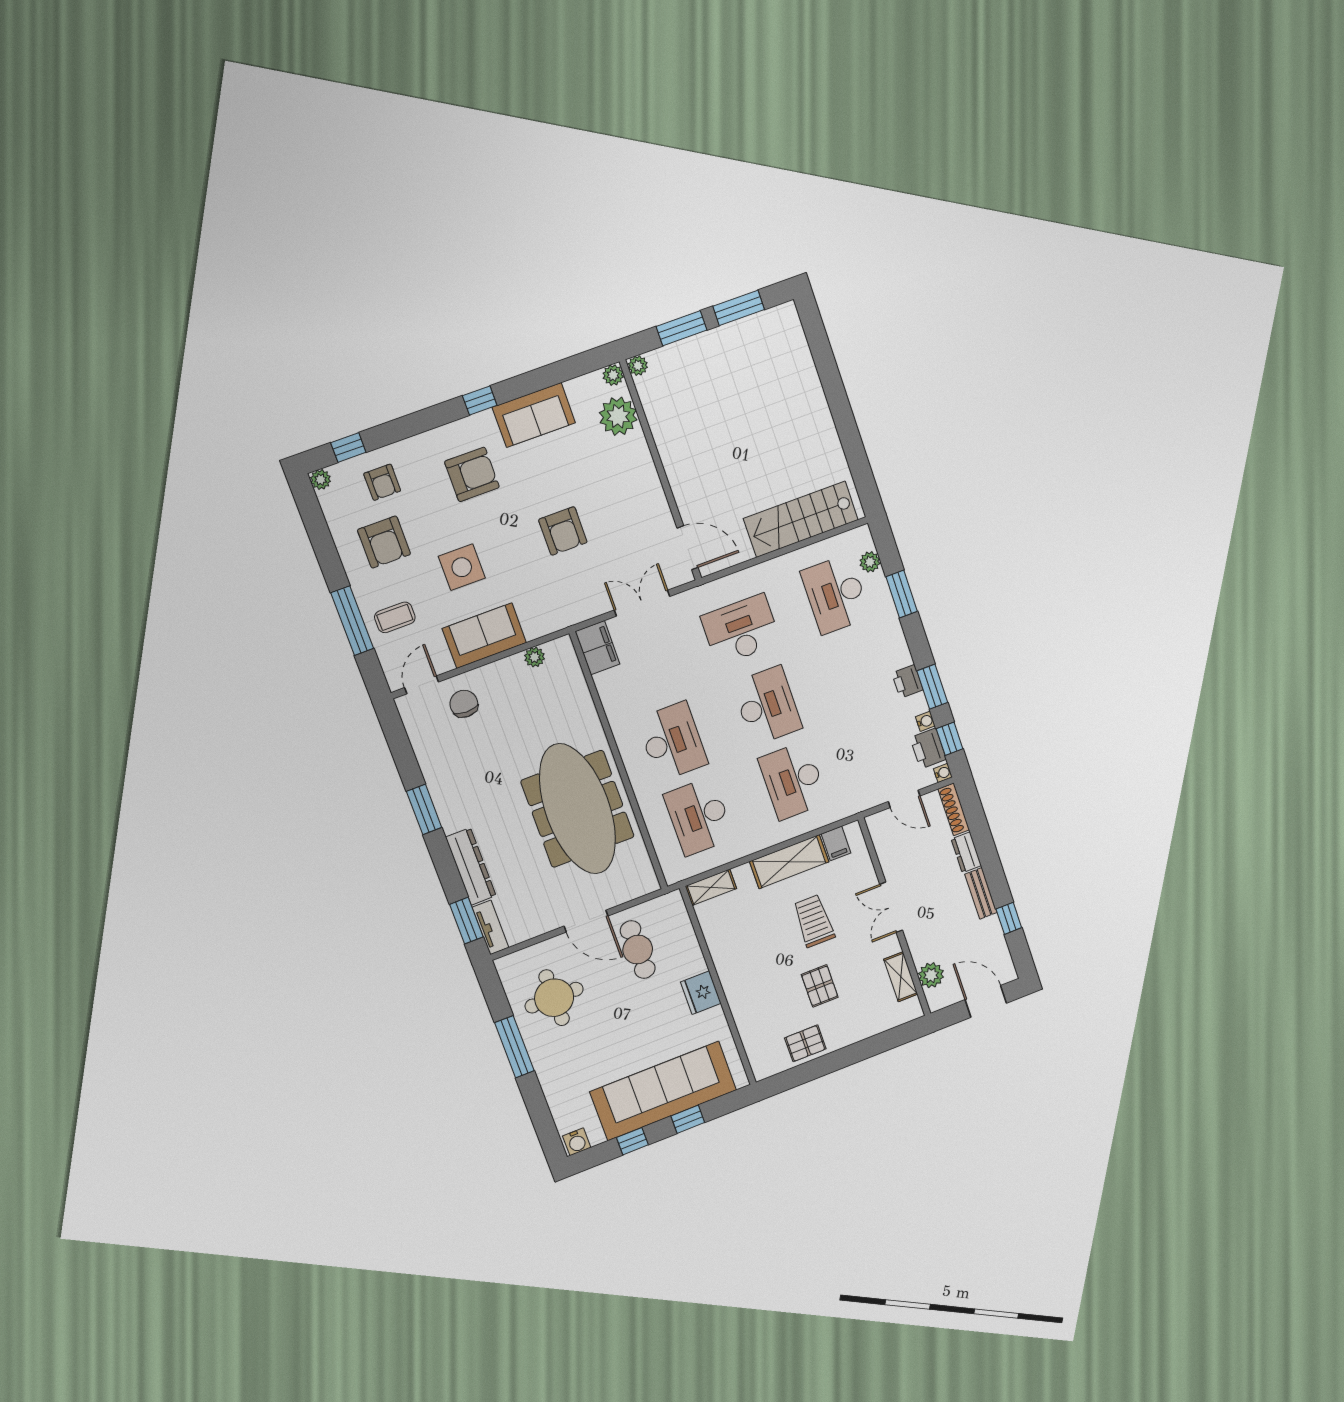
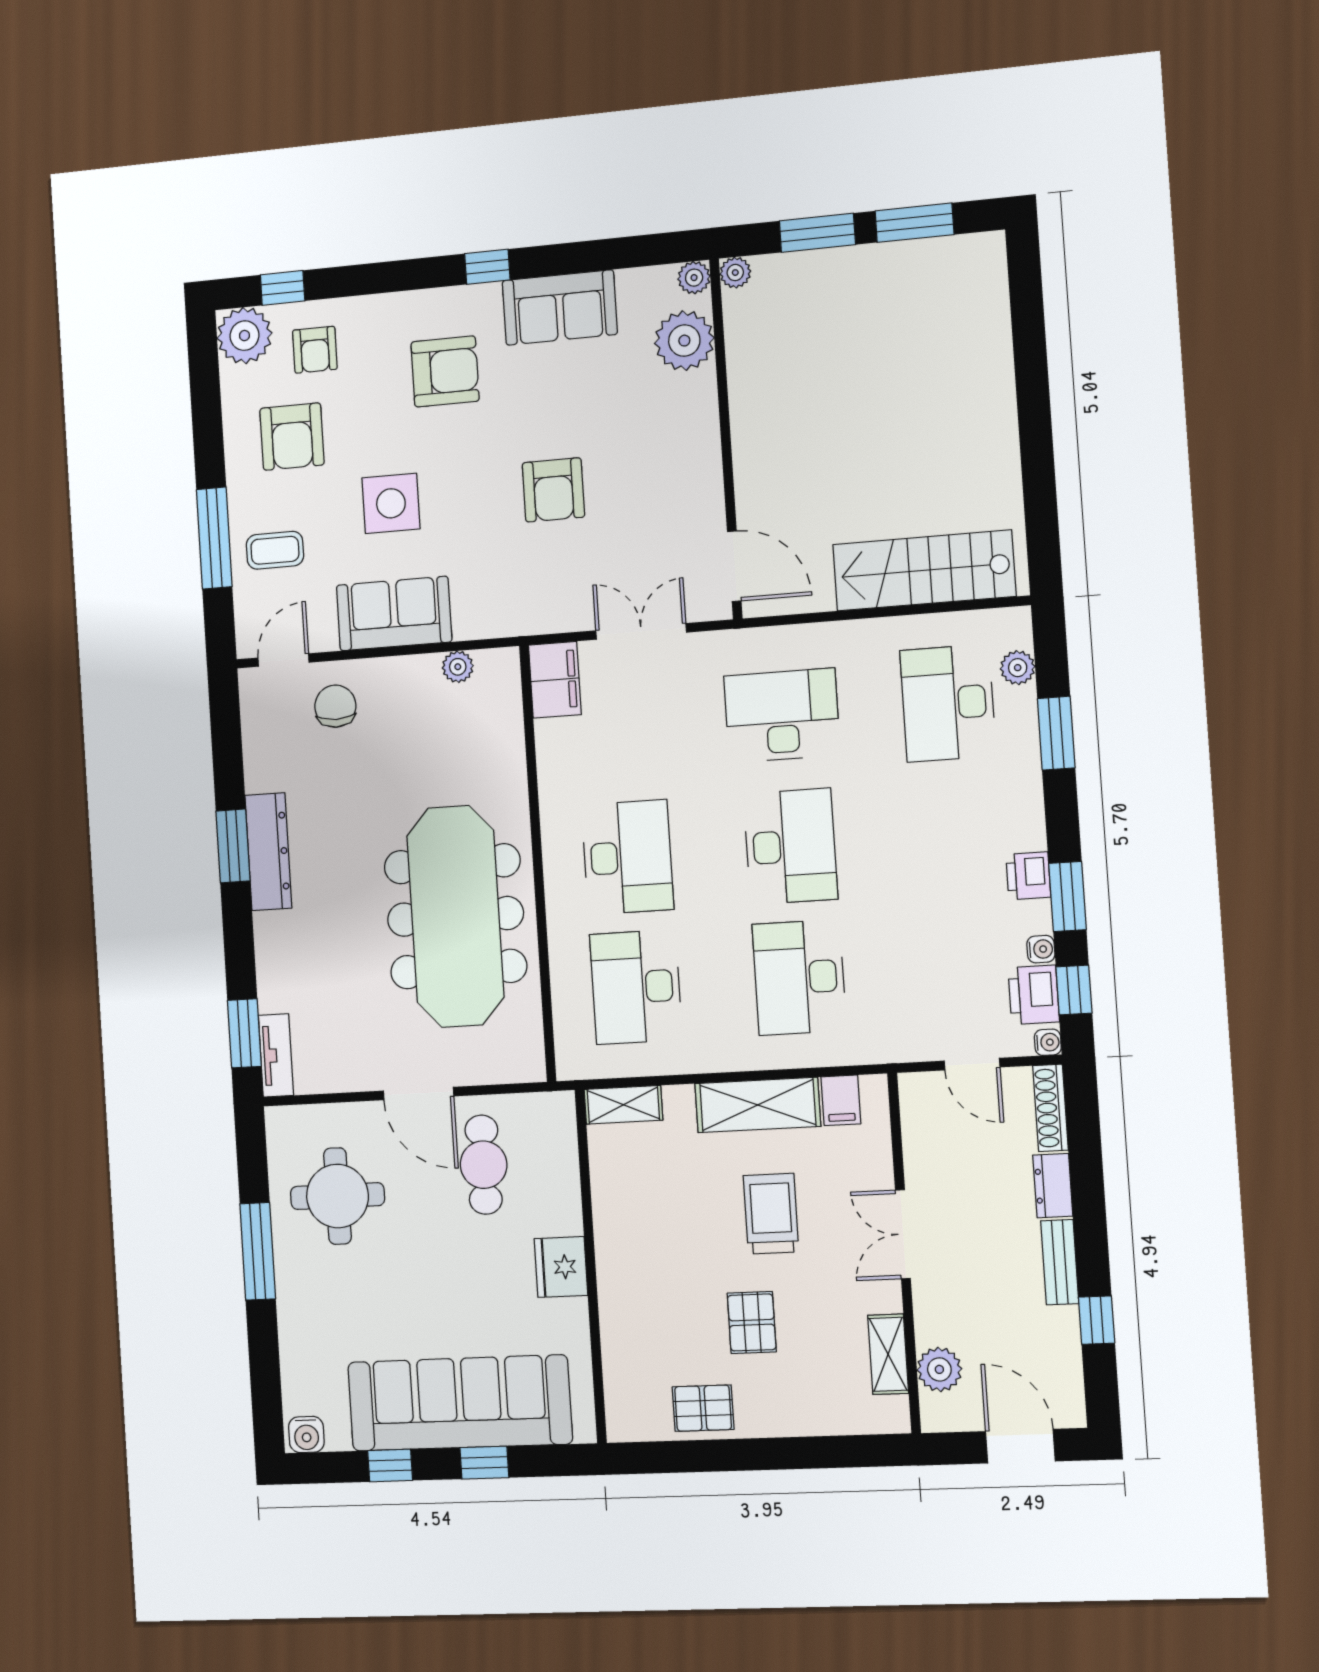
plant: (321, 480) -> (244, 336), width x1.87, depth x1.87
dresser: (471, 866) -> (268, 852), moved

